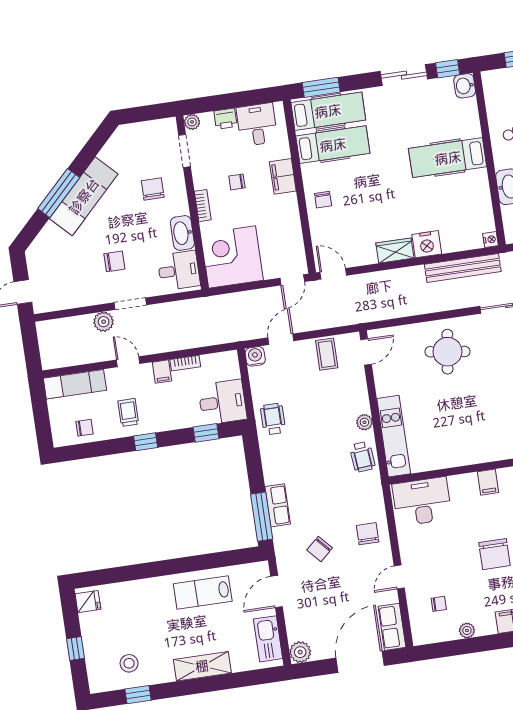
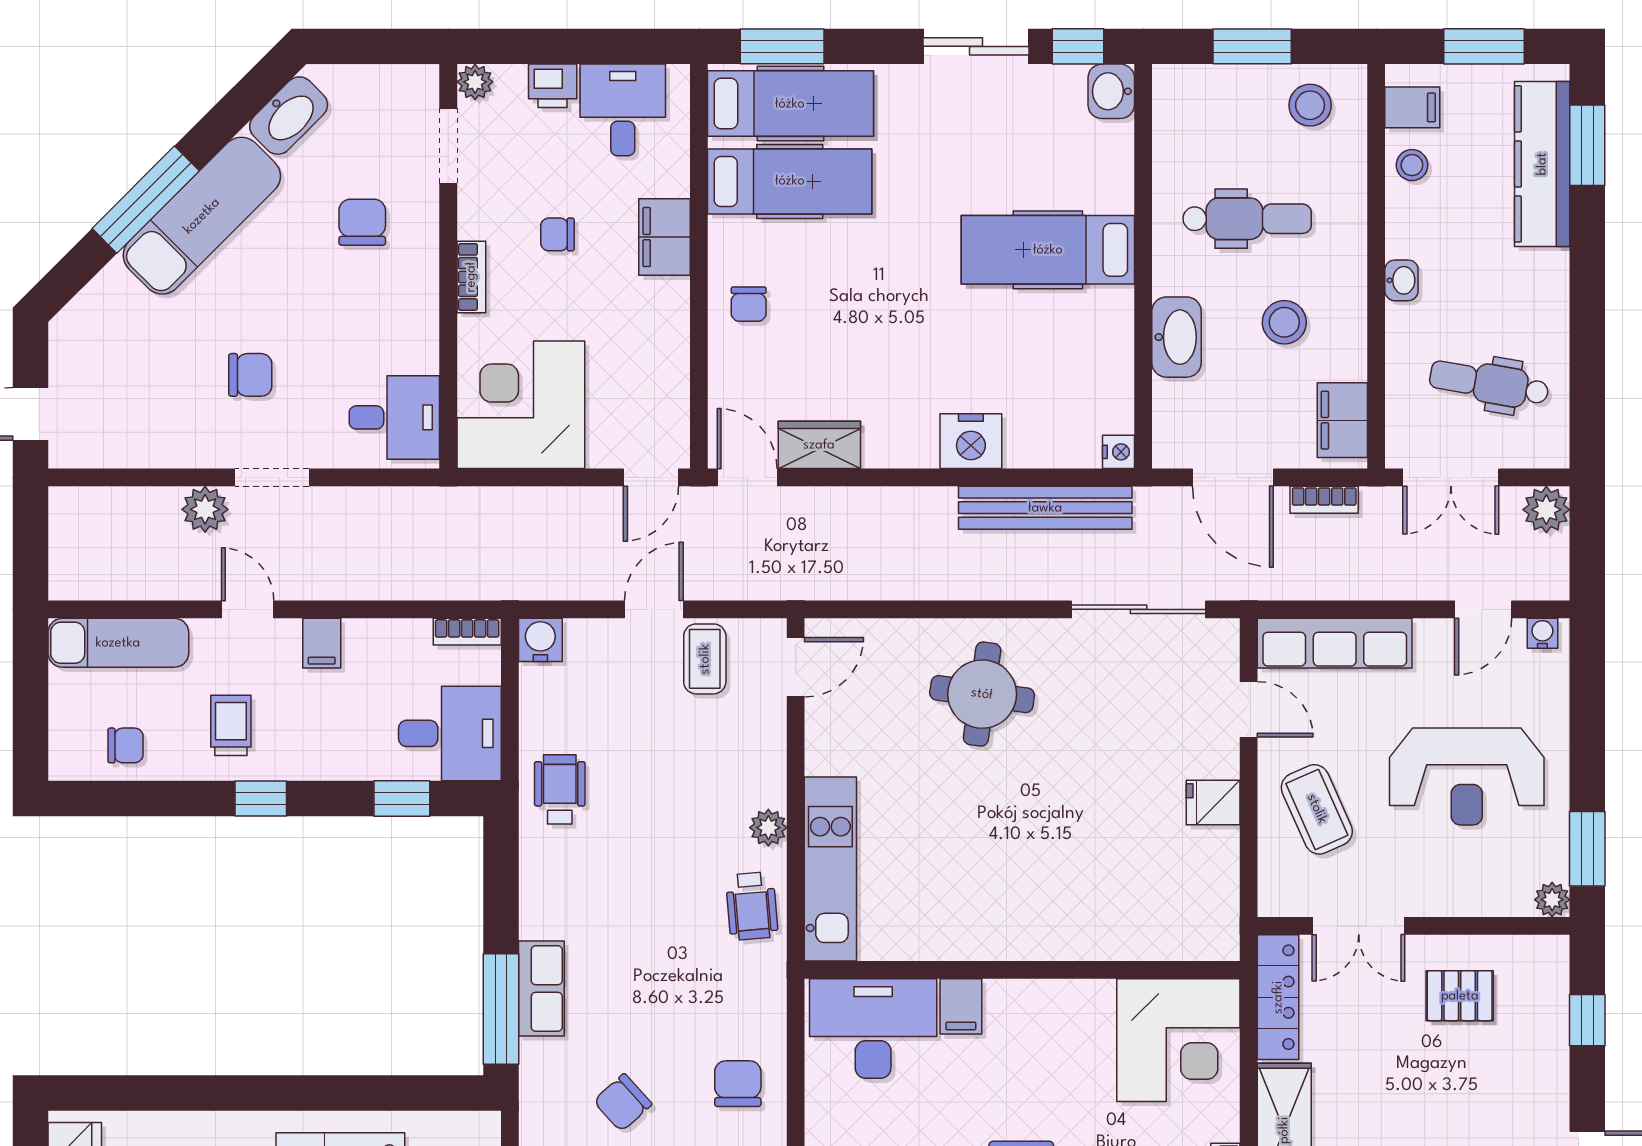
washbasin: (182, 233) -> (289, 116), moved, turned -135
wardrobe: (395, 251) -> (819, 445), moved
door: (281, 339) -> (654, 609), moved
bookcase: (185, 363) -> (467, 632), moved
filing cabinet: (488, 482) -> (961, 1006), moved

